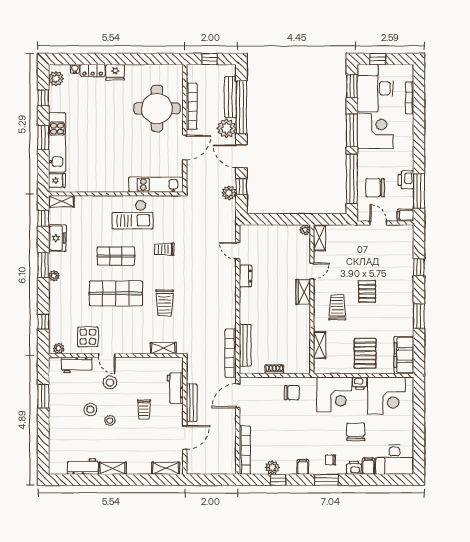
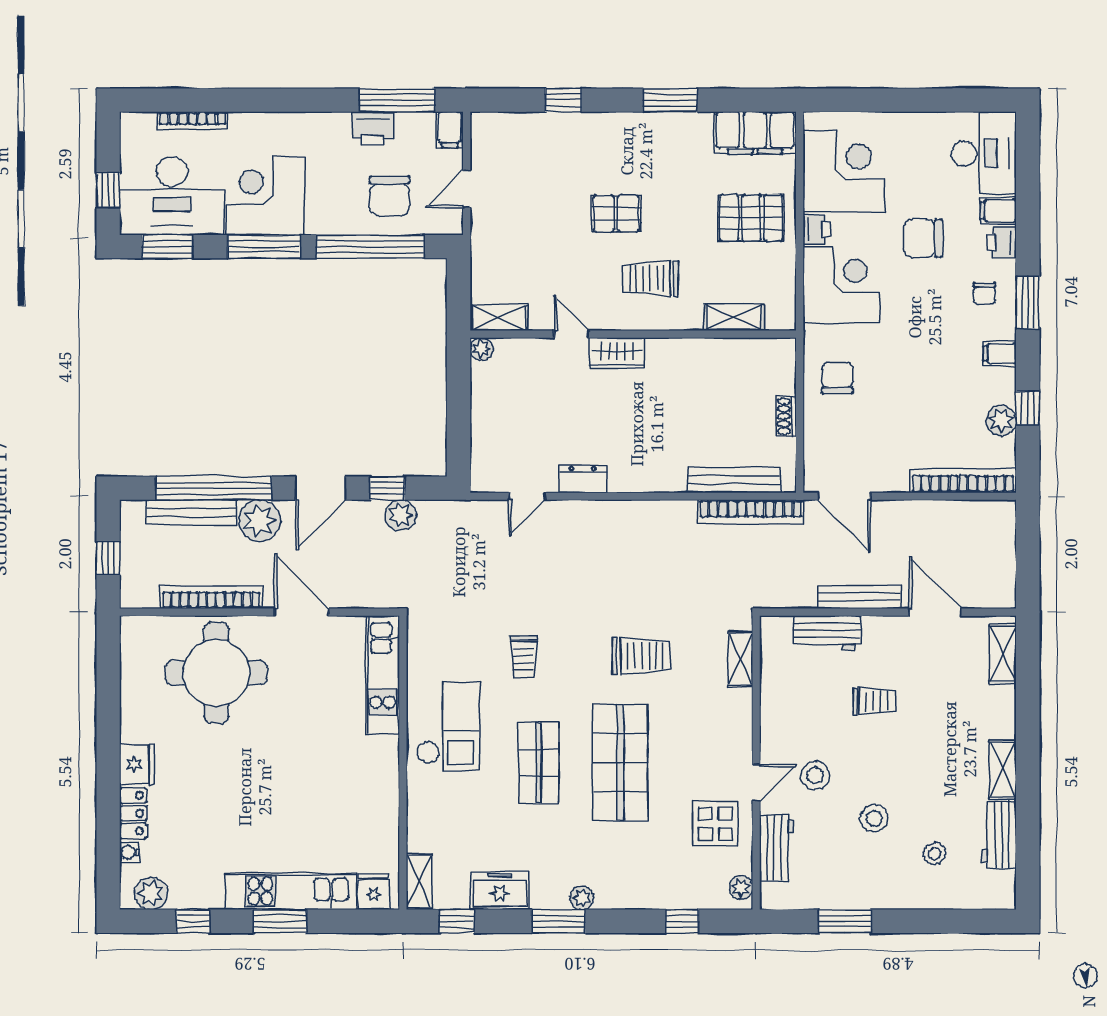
stool: (110, 420) -> (934, 854), moved

